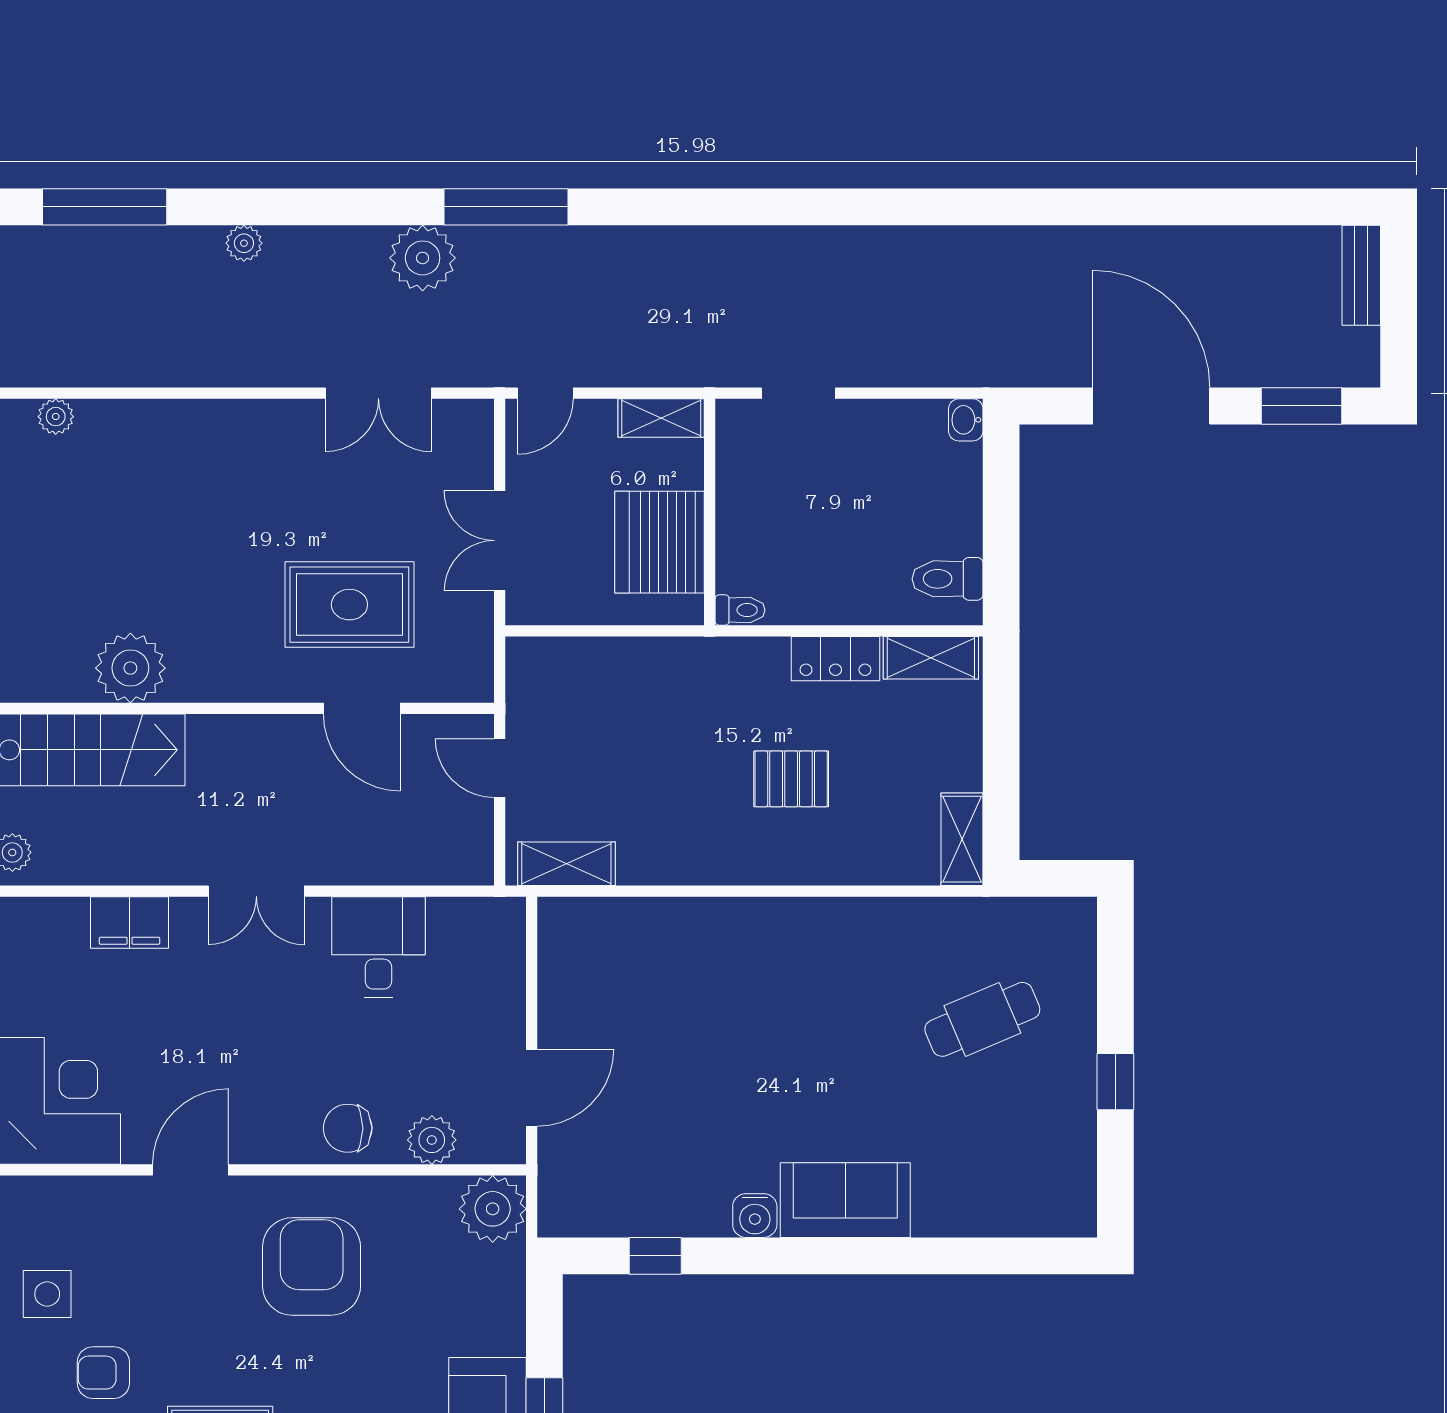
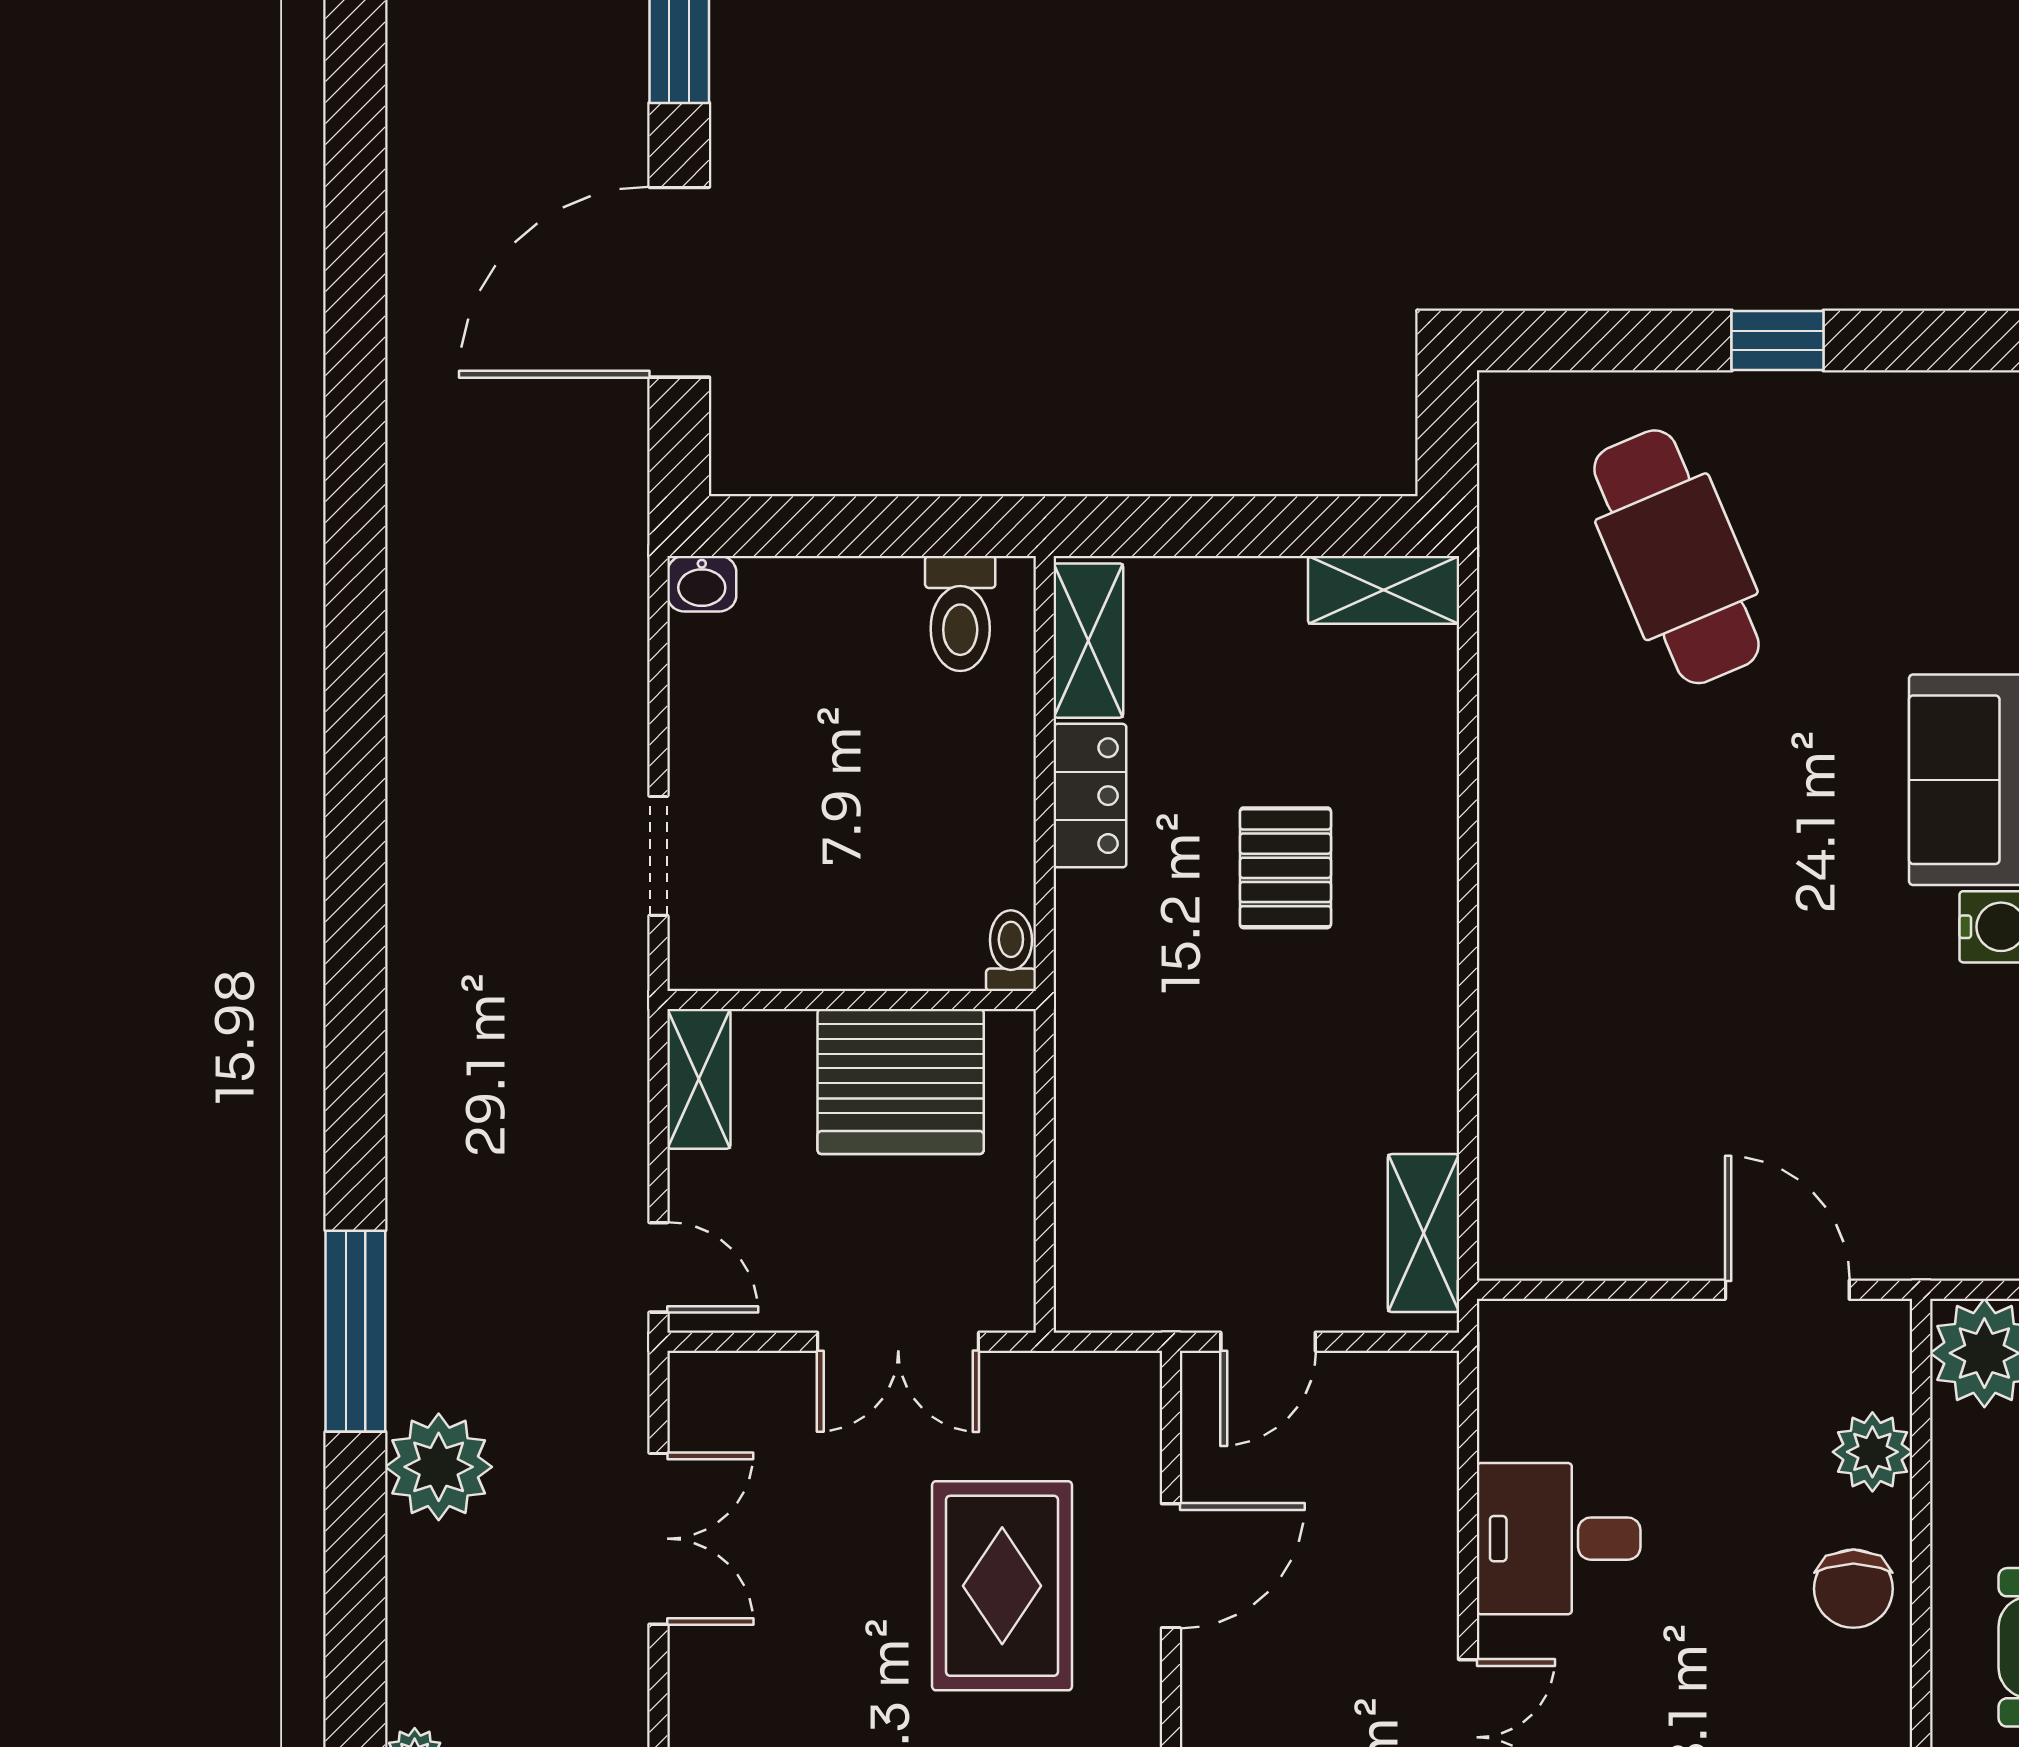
cafe table: (982, 1019) -> (1676, 557), width x1.37, depth x1.35

